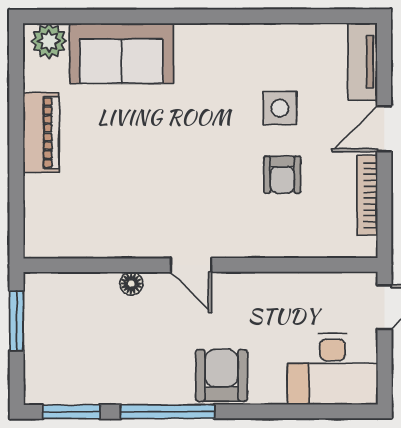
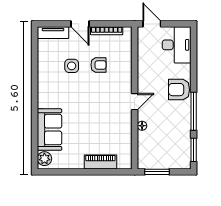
piano: (41, 133) -> (100, 162), moved

